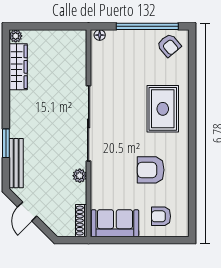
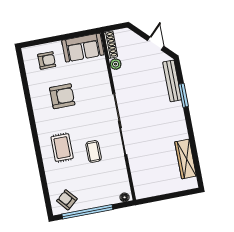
plant: (16, 36) -> (192, 184), removed
coffee table: (126, 97) -> (94, 151), added
rug: (163, 109) -> (62, 148), width x0.73, depth x0.70
plant: (80, 176) -> (116, 64), moved

